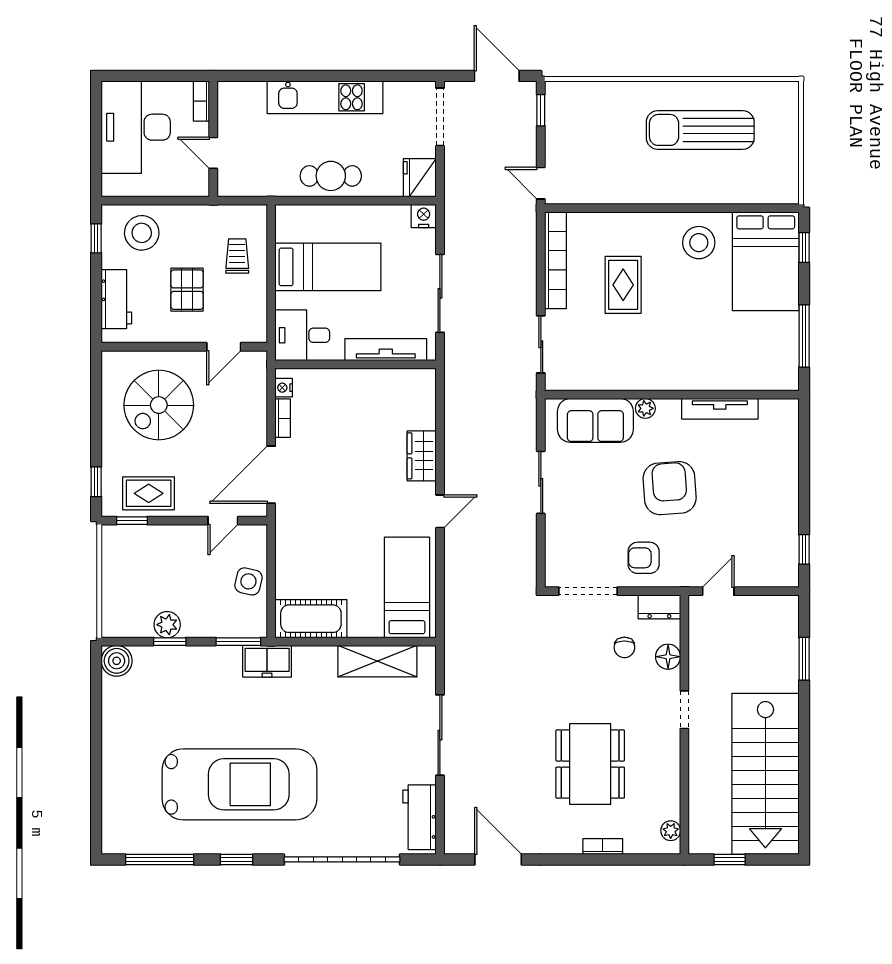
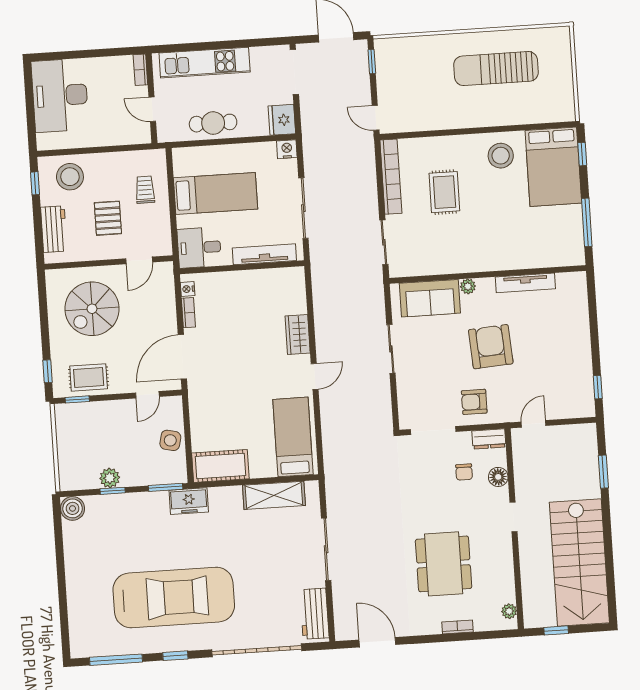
bookcase: (201, 101) -> (140, 70), moved
wall: (213, 139) -> (152, 98), moved
door: (213, 153) -> (152, 109), moved

